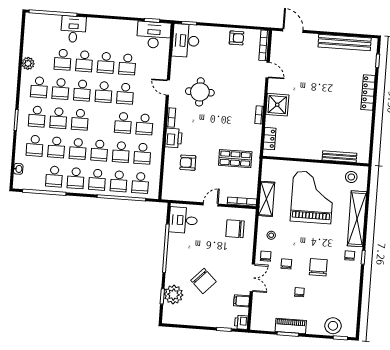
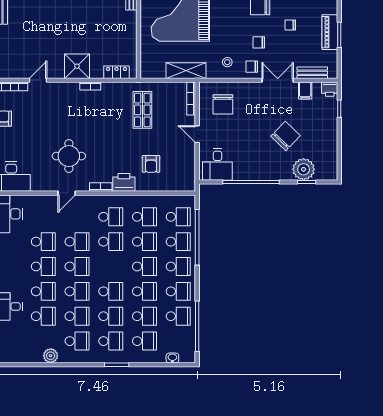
bench: (257, 308) -> (312, 73), added

